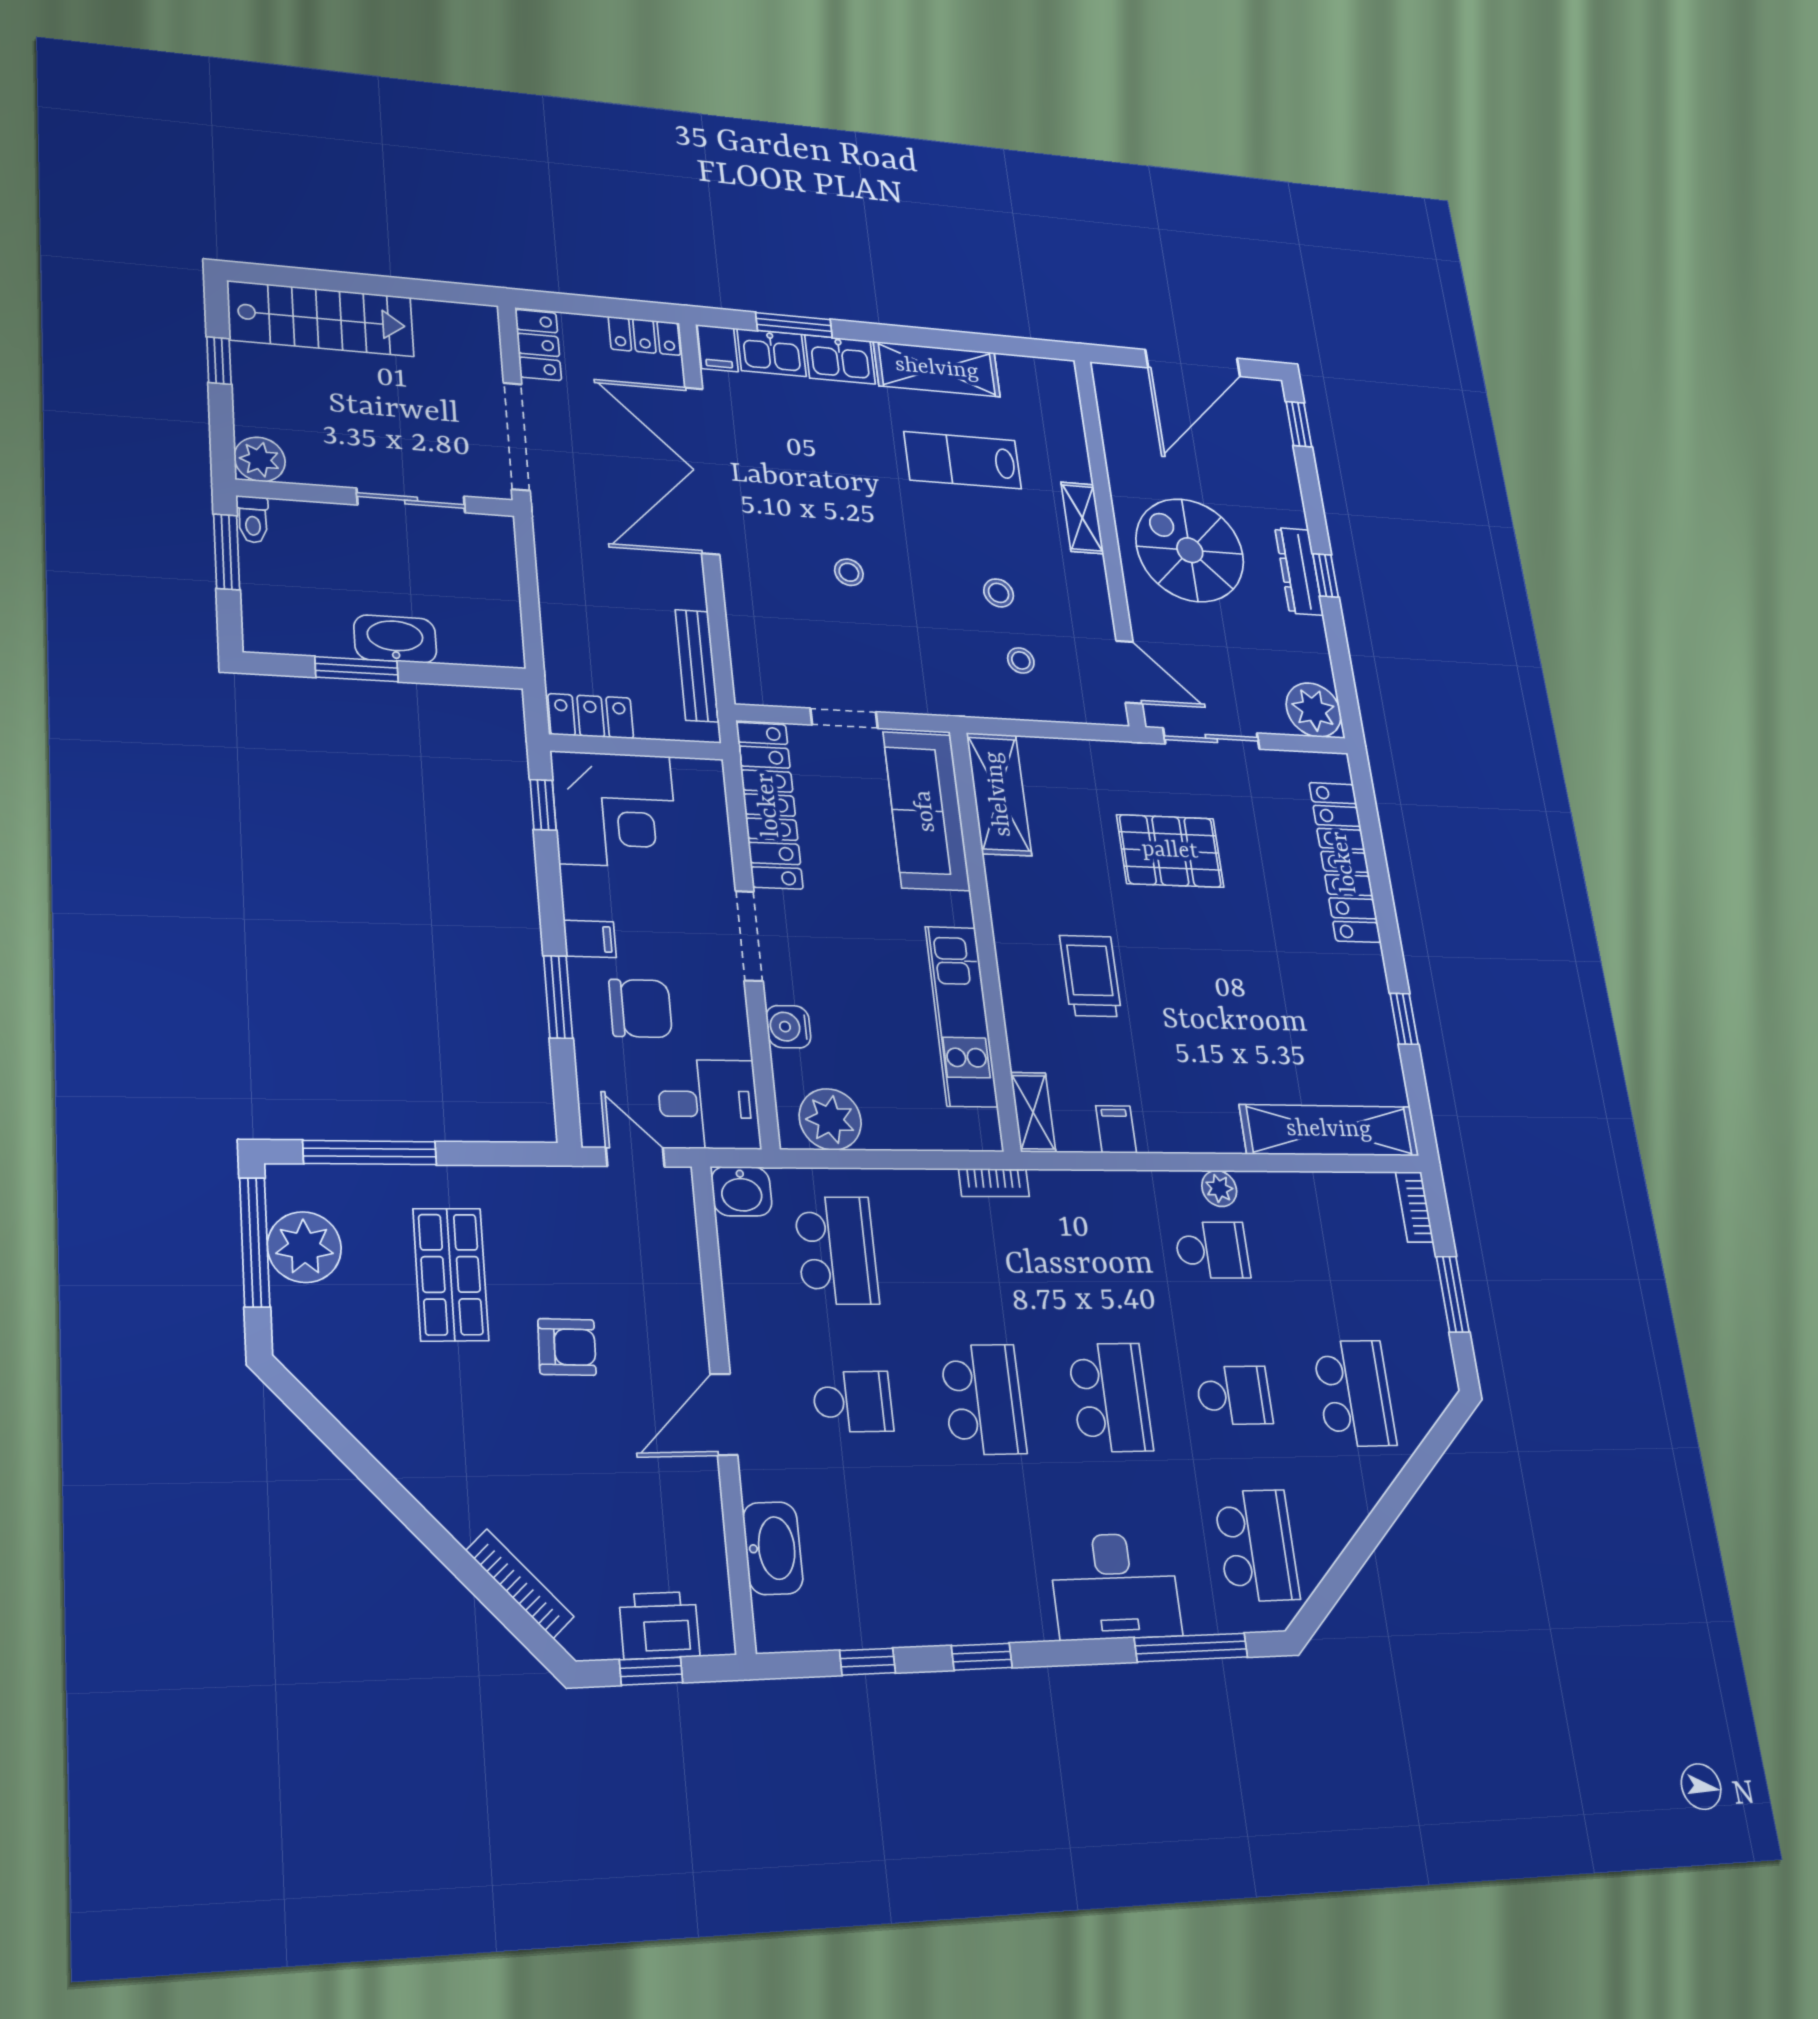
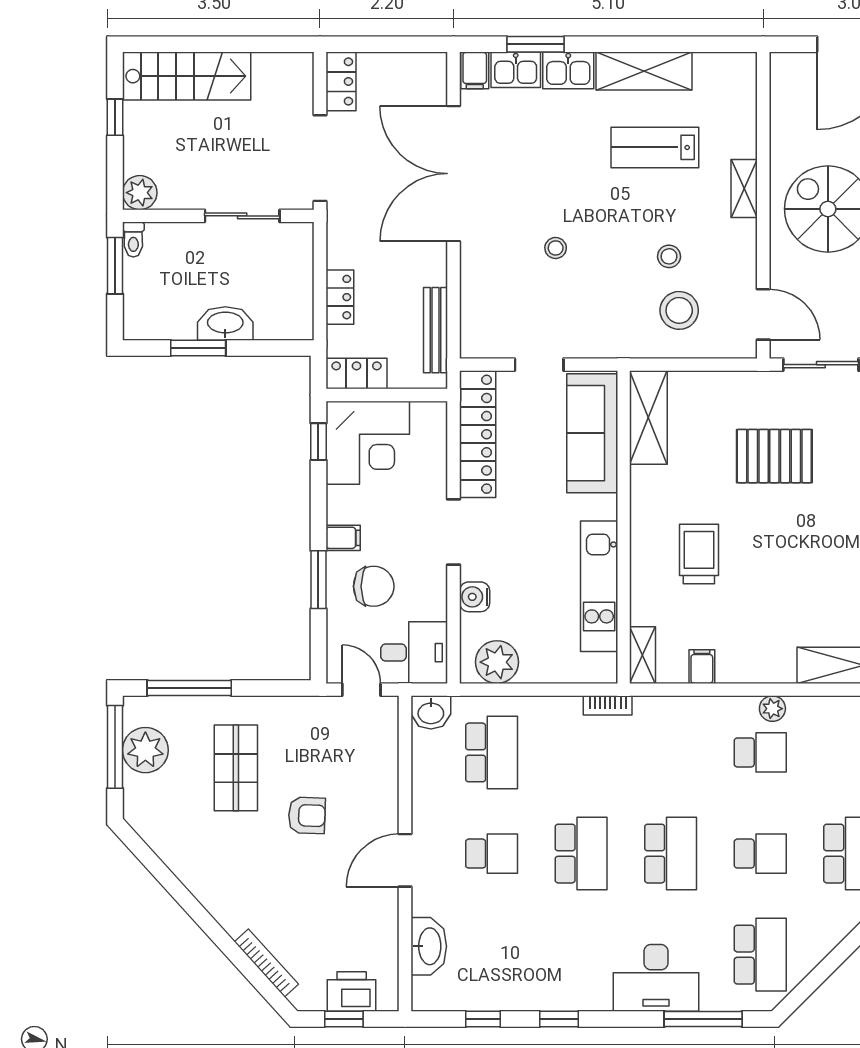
locker: (644, 336) -> (340, 297), moved, turned -90
stool: (1021, 660) -> (679, 310), width x1.89, depth x1.89

